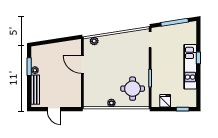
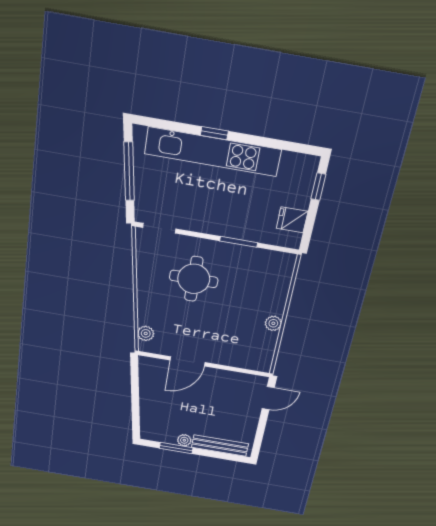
kitchen unit: (190, 67) -> (213, 152), width x1.36
round table: (133, 89) -> (194, 279), moved
door: (54, 109) -> (268, 398), moved

